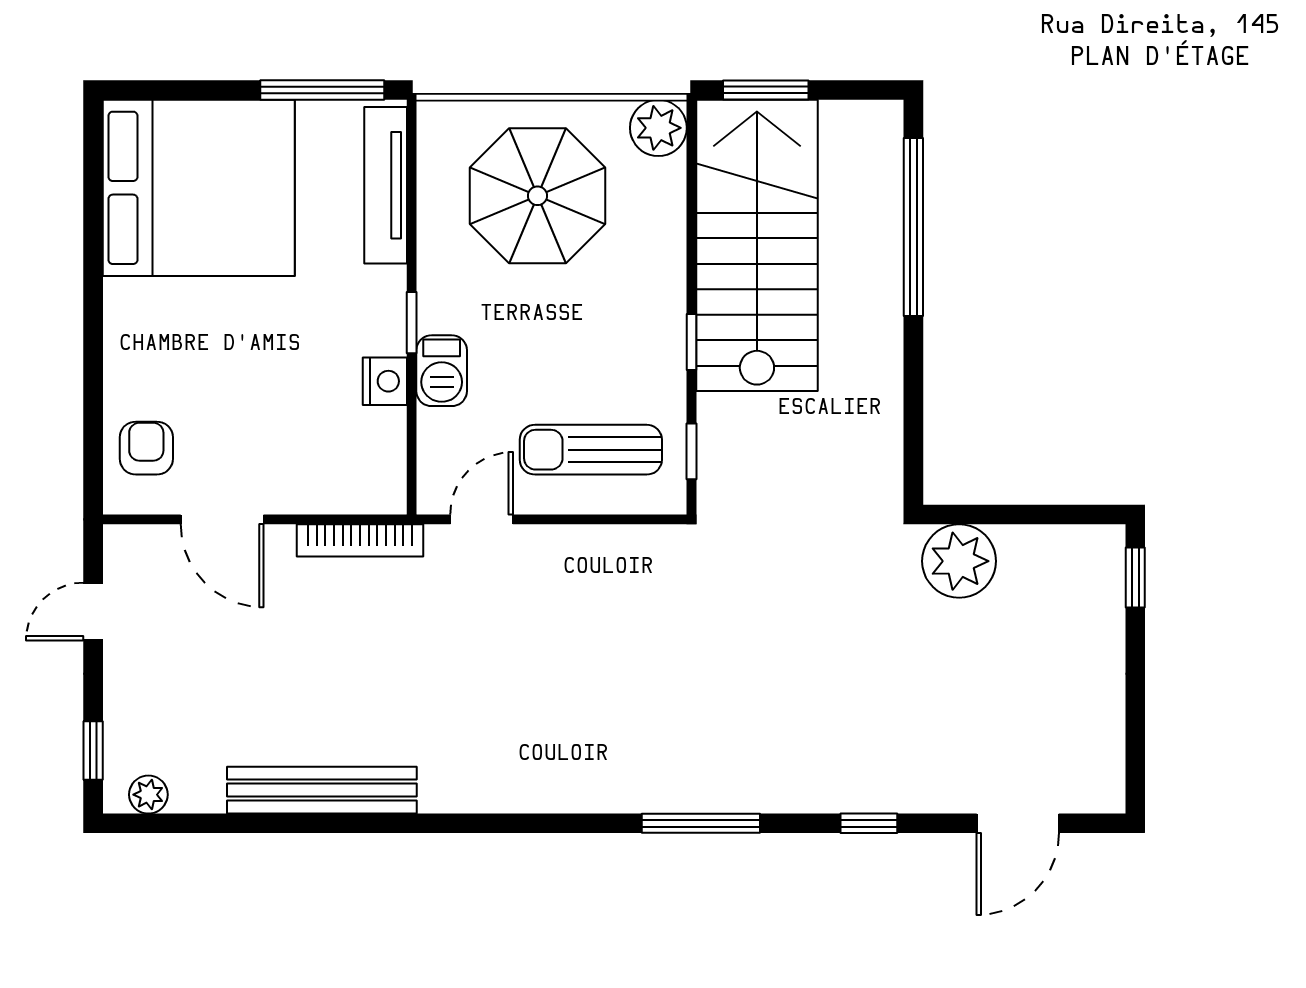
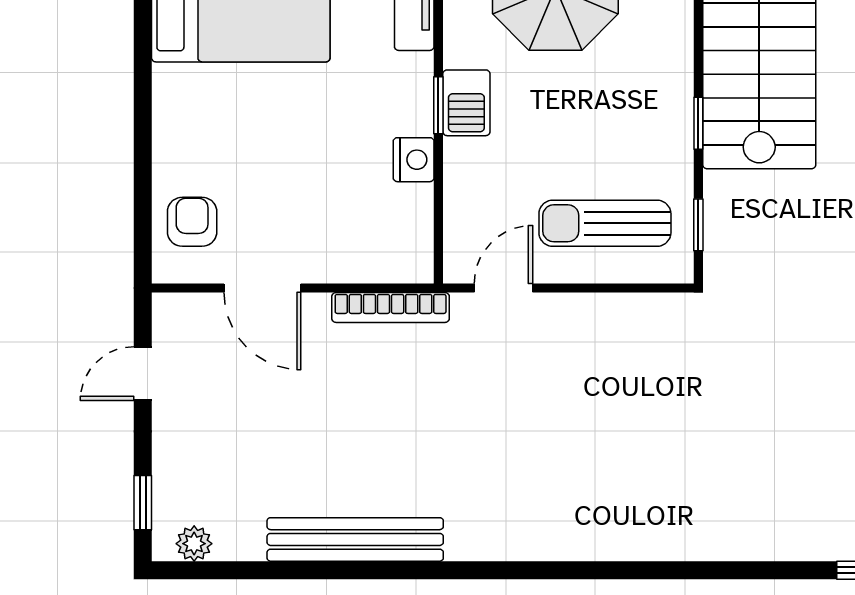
barbecue: (442, 371) -> (466, 103), moved
window: (701, 823) -> (707, 570), removed

